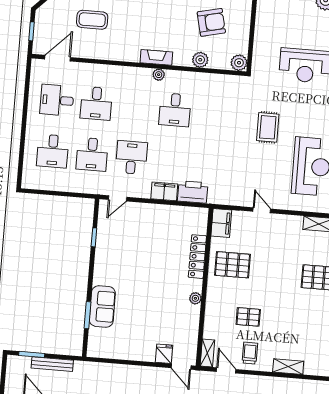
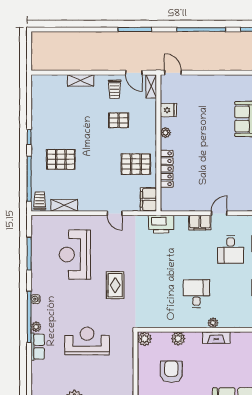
armchair: (211, 22) -> (171, 372), turned 103
printer: (193, 192) -> (161, 224), moved
door: (118, 198) -> (219, 213), moved
fridge: (164, 354) -> (168, 110), moved, turned -90

